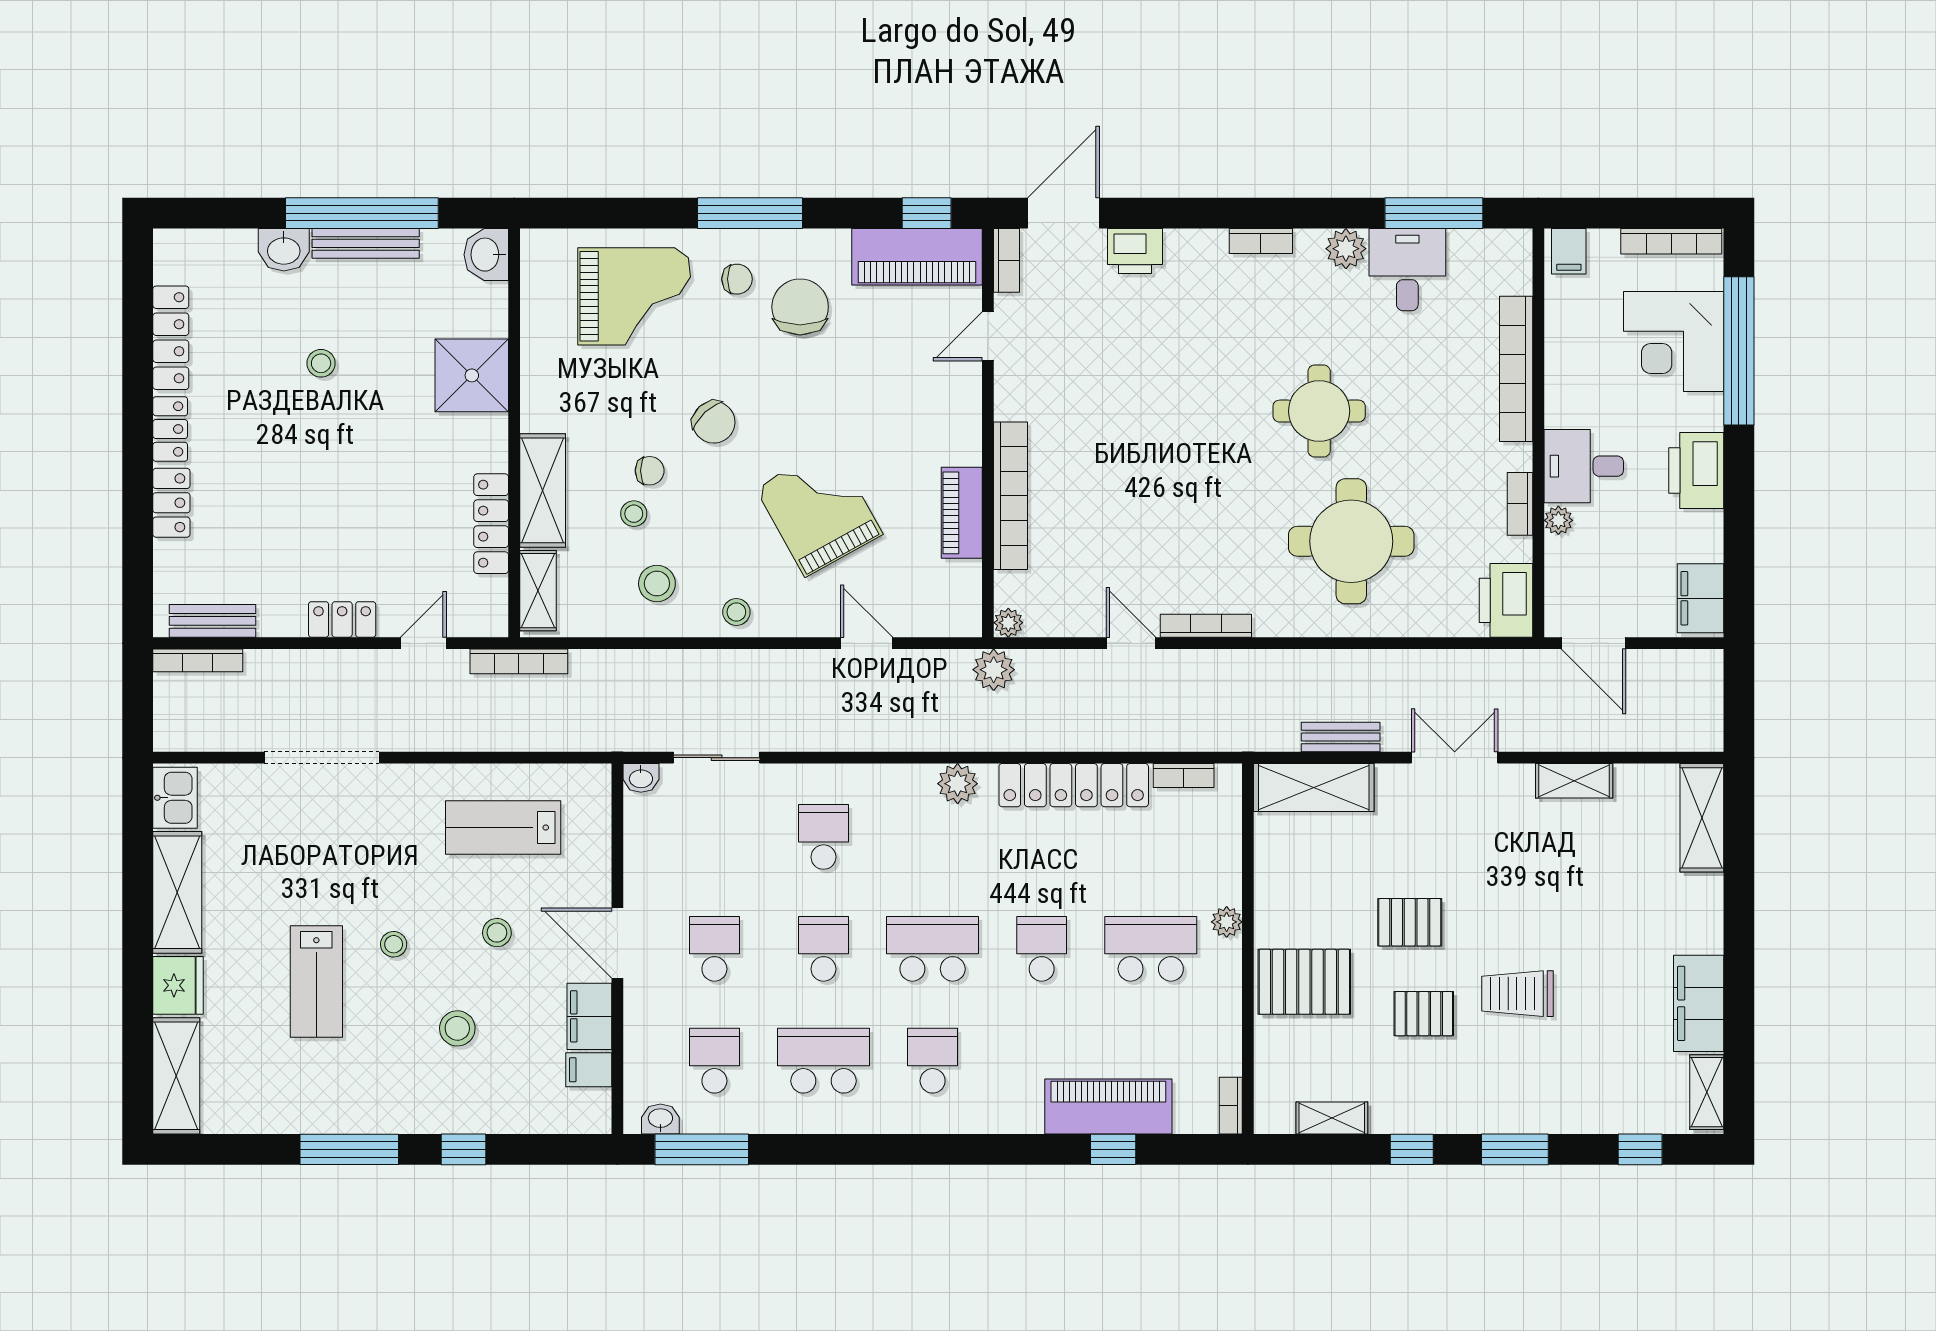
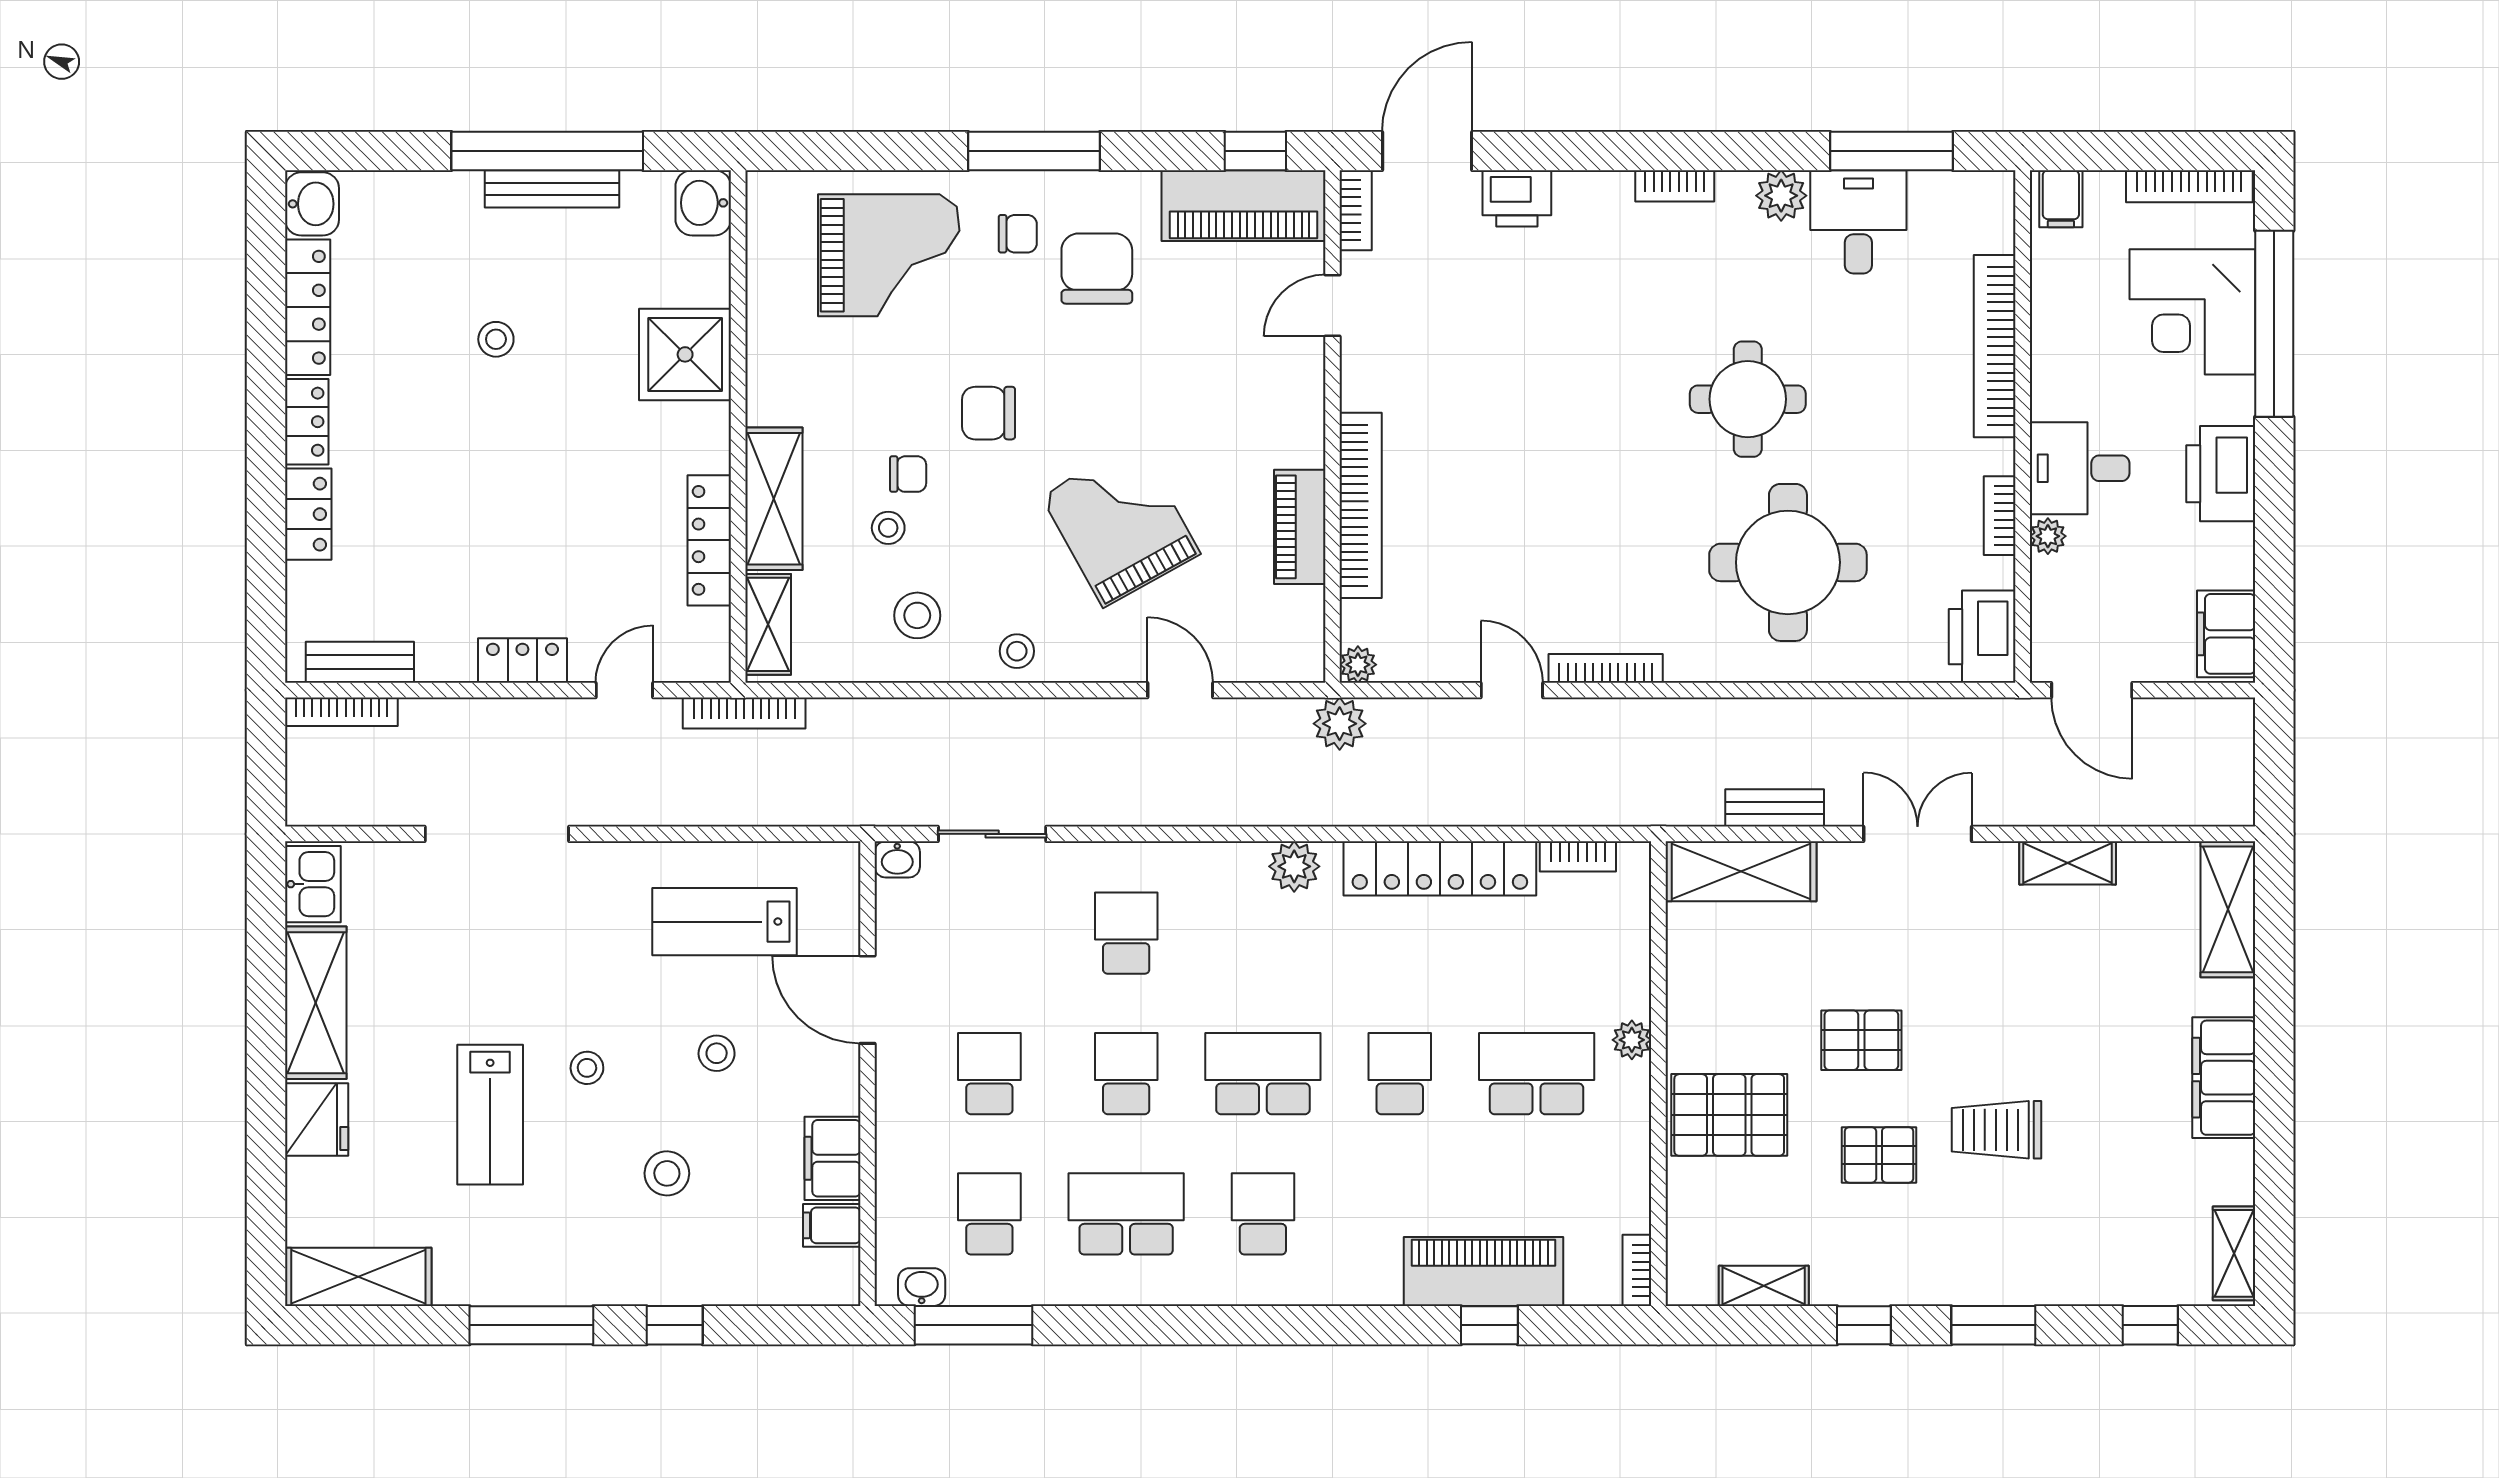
washbasin: (284, 250) -> (312, 204), moved, turned -90
chair: (714, 422) -> (989, 413), turned 133
door: (617, 943) -> (868, 1000), moved
filing cabinet: (1699, 1003) -> (2224, 1078), moved
shelving: (176, 1076) -> (358, 1277), moved, turned 90

